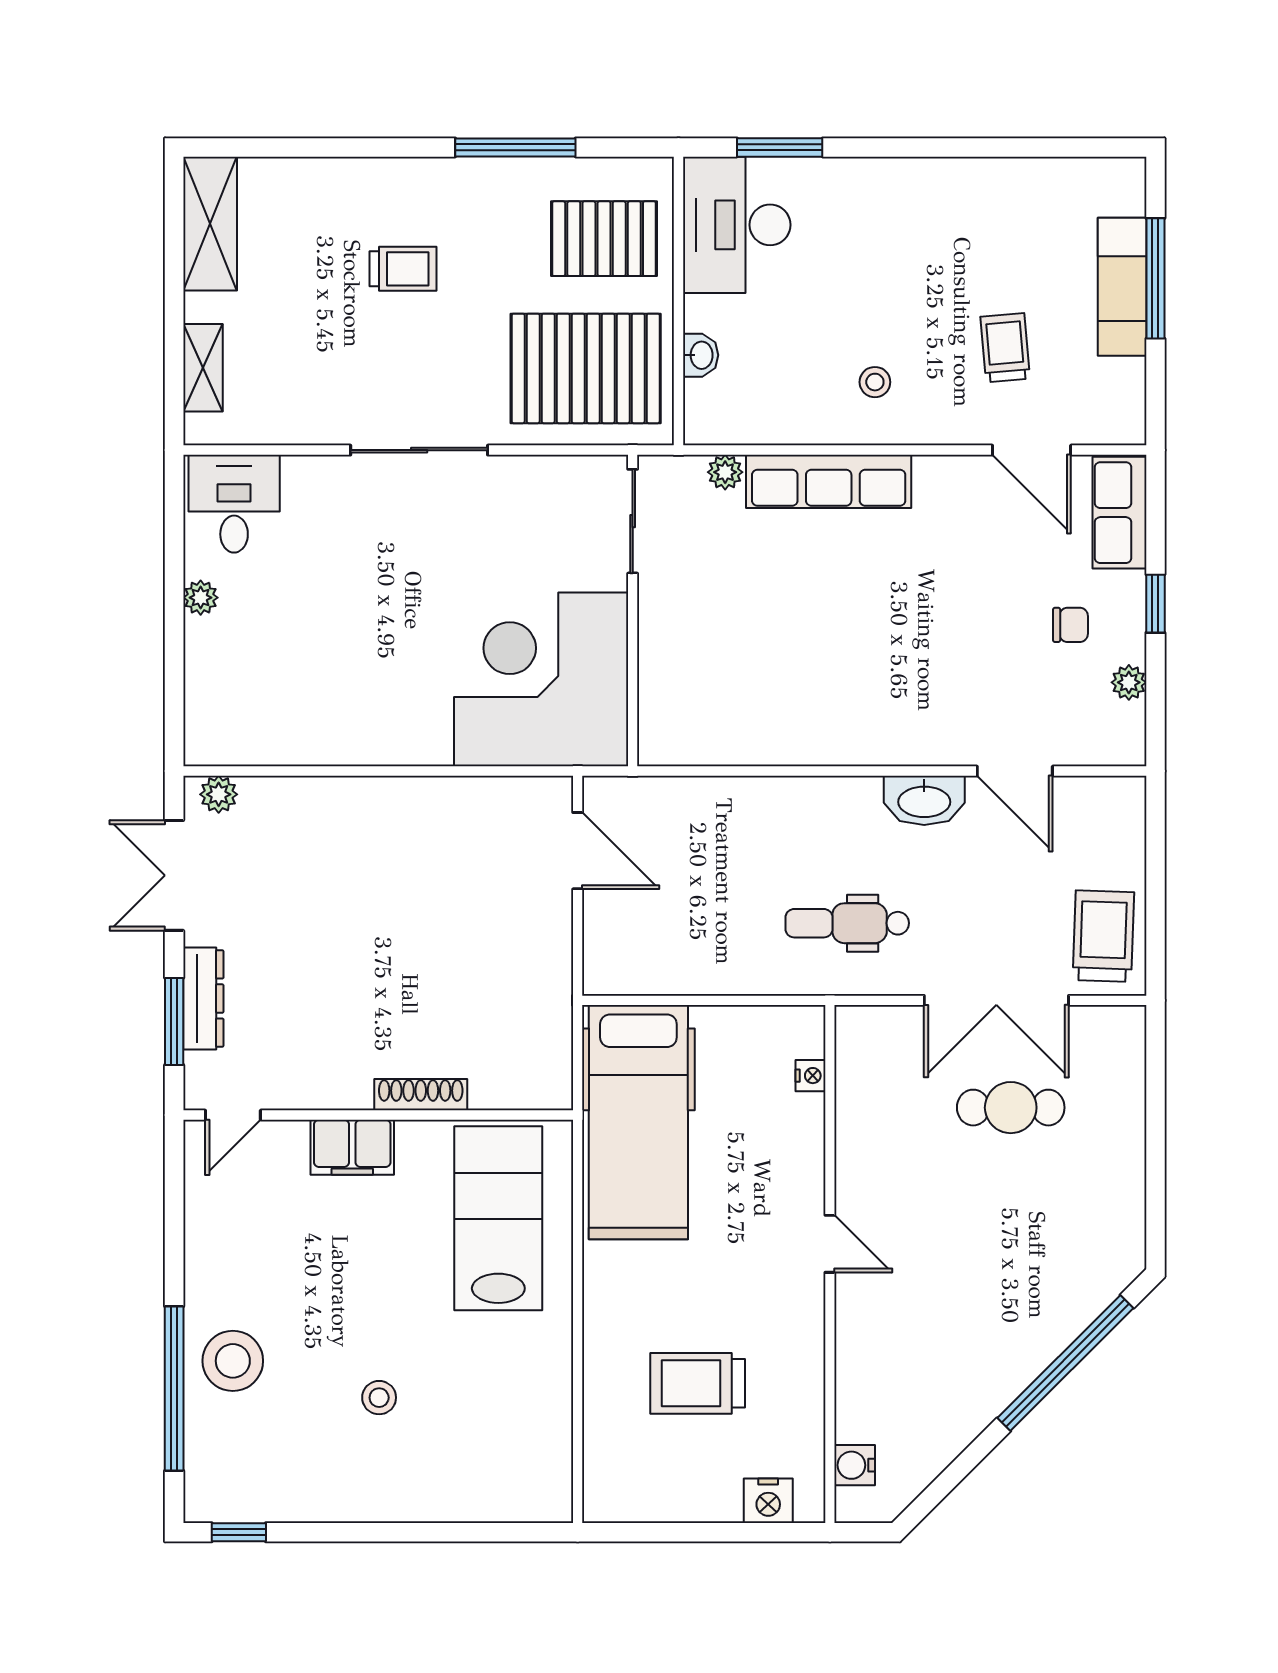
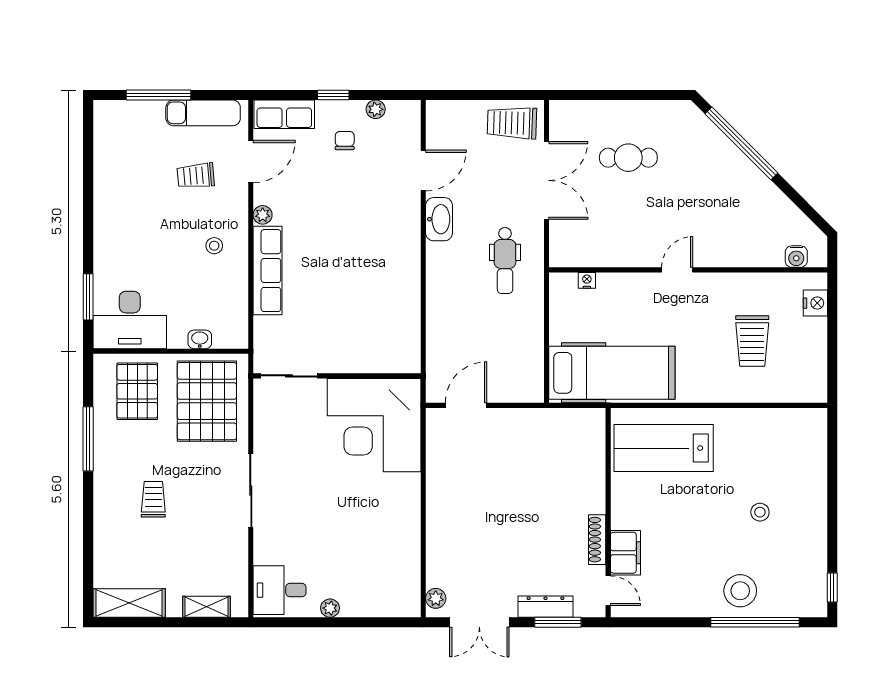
exam couch: (1122, 287) -> (203, 113), moved
plant: (725, 472) -> (263, 215), moved
shoe rack: (421, 1095) -> (597, 540), moved
cafe table: (1011, 1108) -> (628, 158), moved, turned 90
filing cabinet: (352, 1147) -> (625, 553), moved

